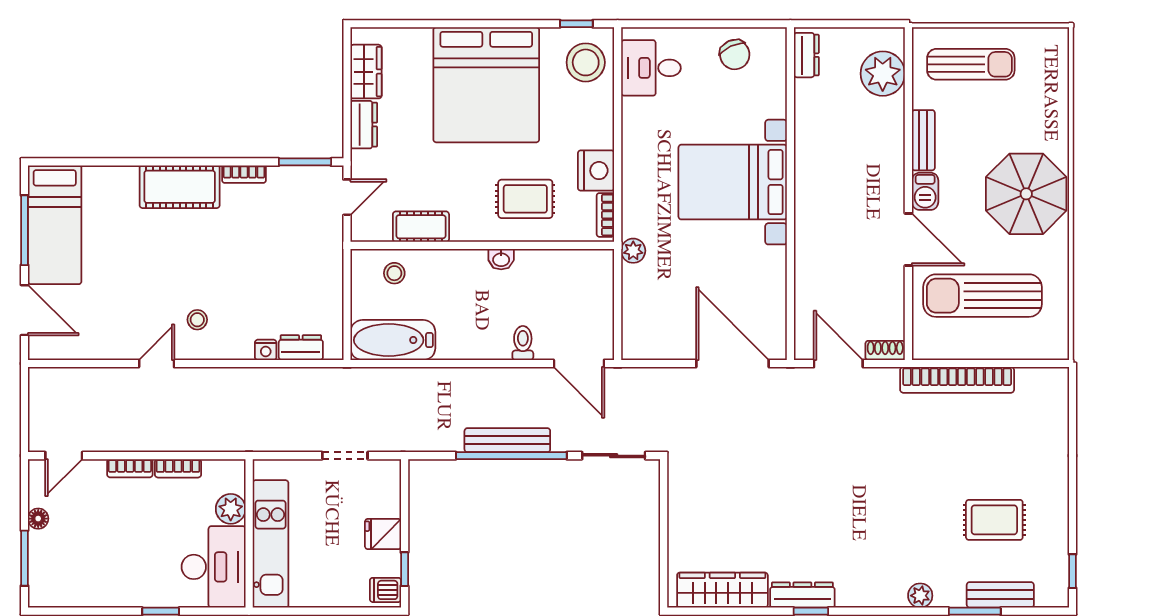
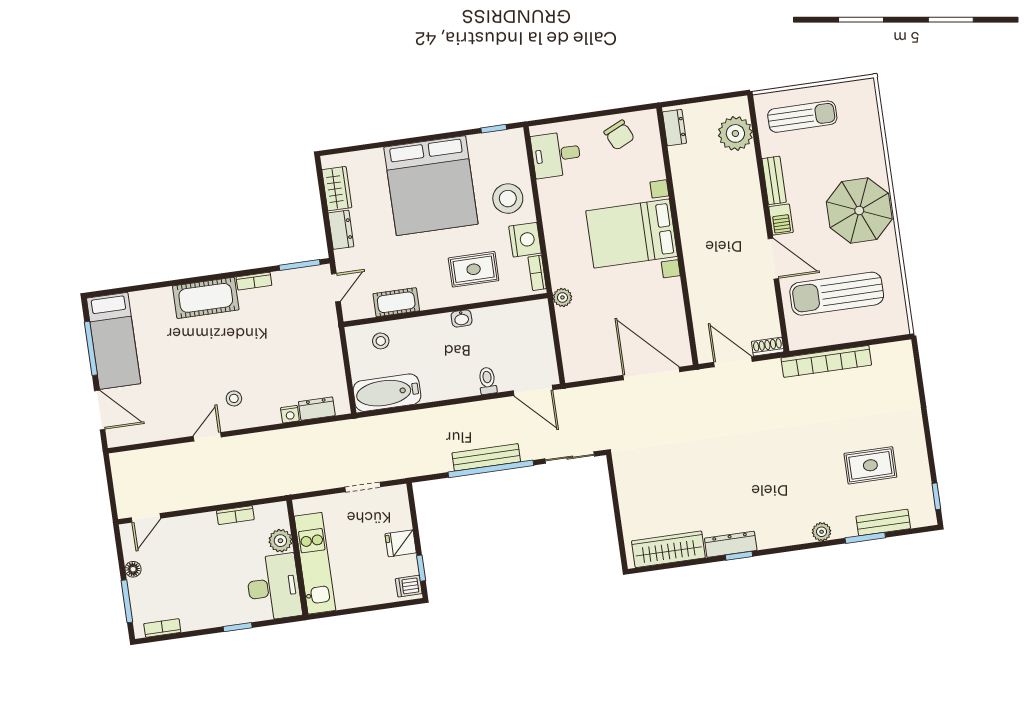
stool: (586, 62) -> (508, 199), moved
bookcase: (130, 468) -> (162, 628), moved, turned 180

